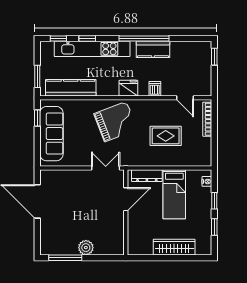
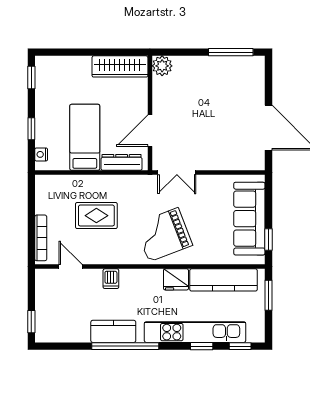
fridge: (128, 88) -> (176, 279), moved
window: (214, 227) -> (31, 78), moved
wardrobe: (174, 247) -> (120, 66), moved
plant: (86, 248) -> (162, 66), moved

